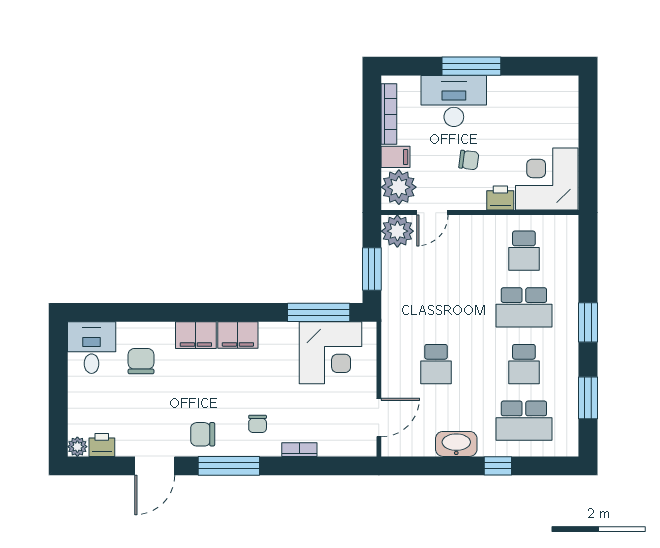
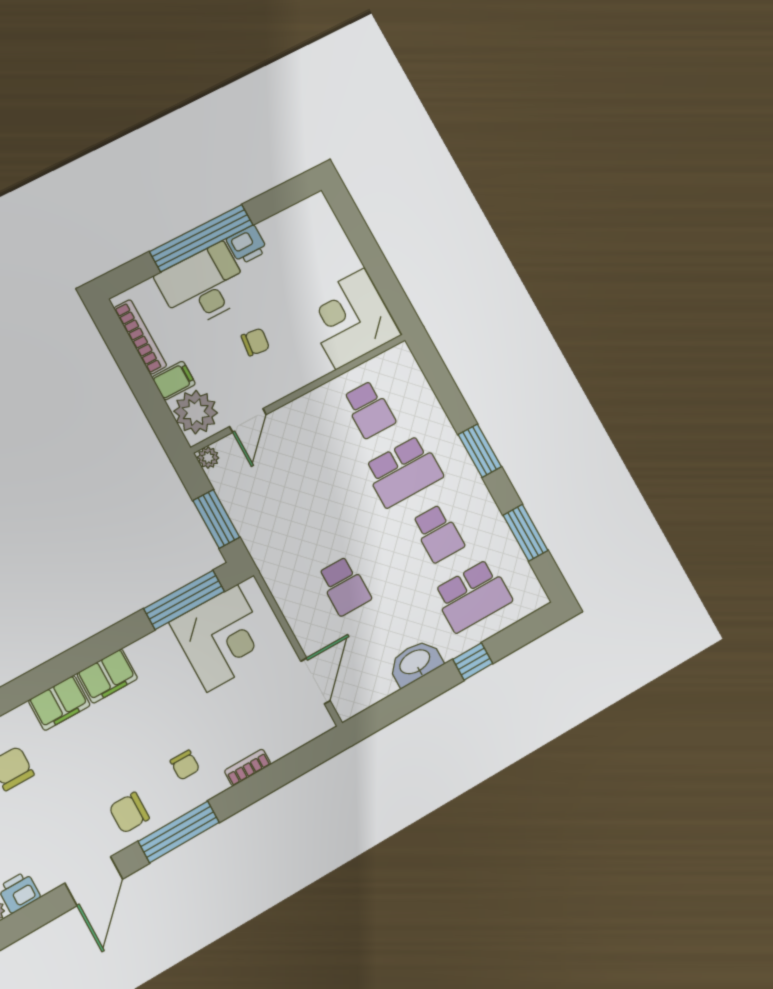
window: (471, 66) -> (201, 238), width x1.46
printer: (500, 198) -> (247, 245), moved, turned 180
plant: (397, 231) -> (208, 458), width x0.53, depth x0.53

